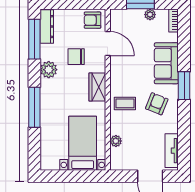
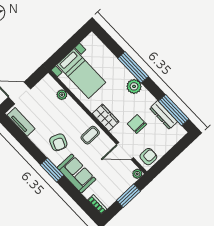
plant: (150, 15) -> (137, 174), moved
dresser: (47, 27) -> (163, 115), moved
chair: (76, 57) -> (137, 124), turned -90
plant: (49, 70) -> (134, 86), moved
coffee table: (125, 103) -> (90, 135), moved

